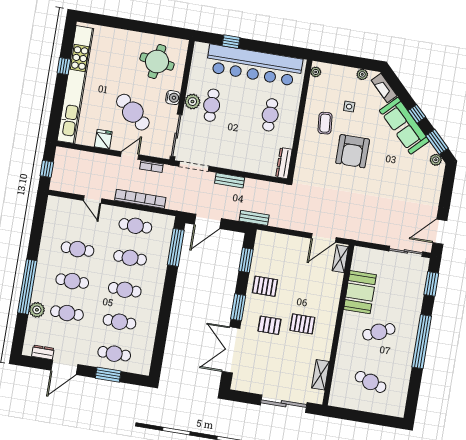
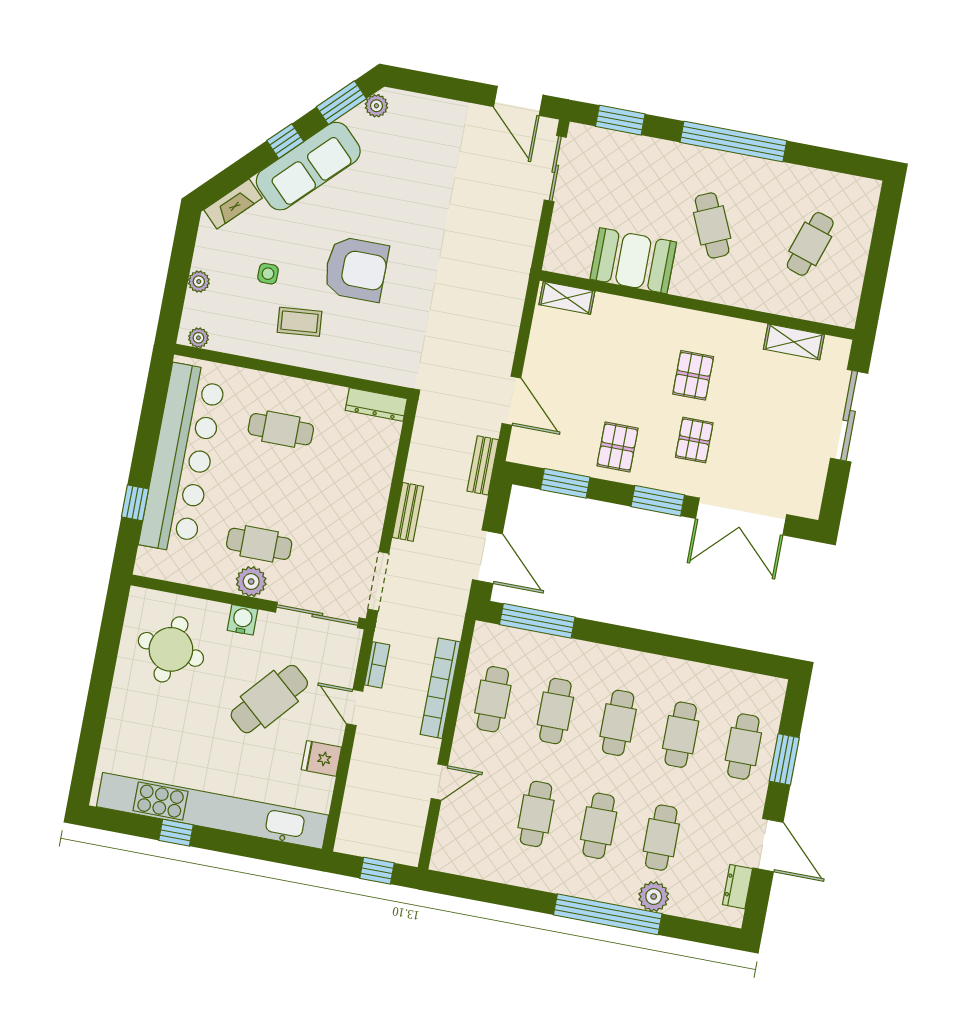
plant: (362, 74) -> (199, 282), moved
door: (324, 238) -> (511, 401), moved

